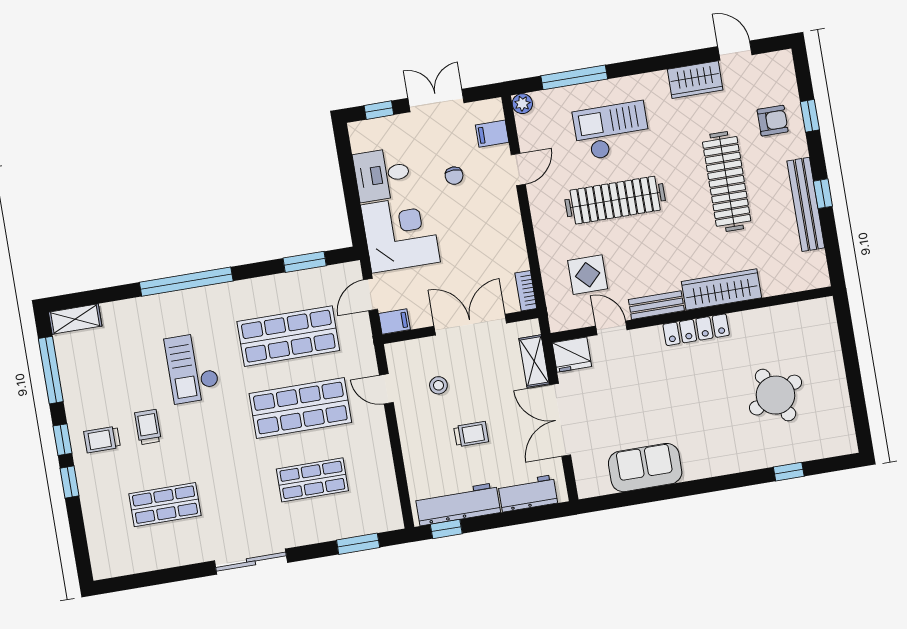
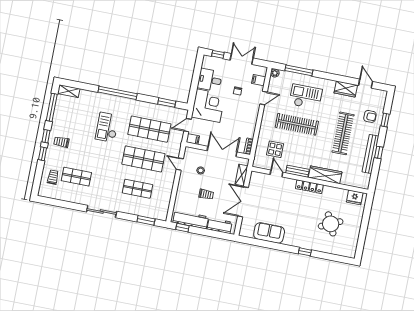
fridge: (572, 355) -> (355, 197), moved
trolley: (148, 427) -> (53, 177), moved
window: (789, 472) -> (305, 252), moved

